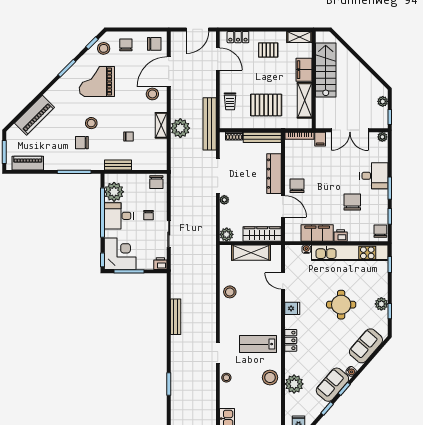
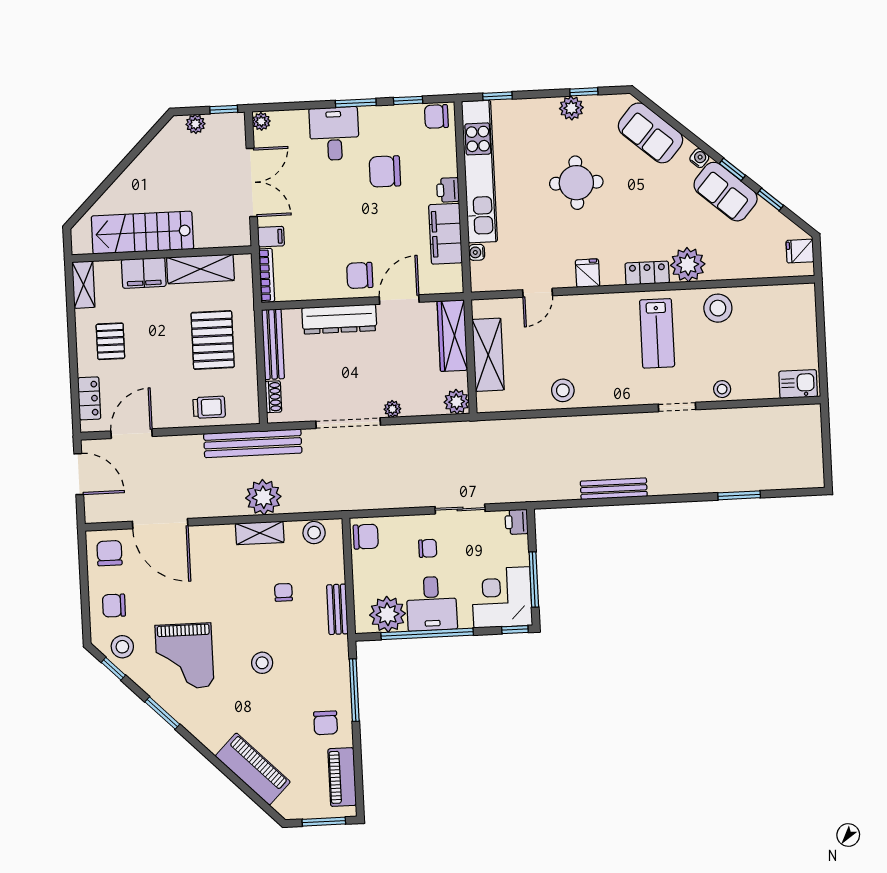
stool: (152, 94) -> (314, 533), moved
chair: (82, 143) -> (326, 723), moved
plant: (294, 384) -> (688, 265), moved

